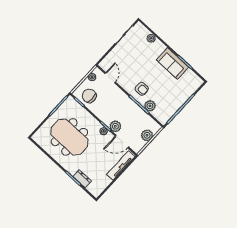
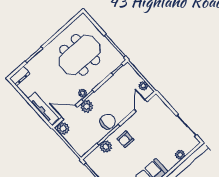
door: (110, 78) -> (141, 106), swing flipped
chair: (89, 96) -> (108, 122), moved
plant: (147, 135) -> (63, 128), moved
door: (122, 141) -> (69, 112), hinge flipped
dresser: (82, 179) -> (20, 76), moved

